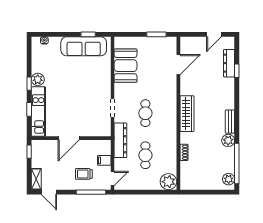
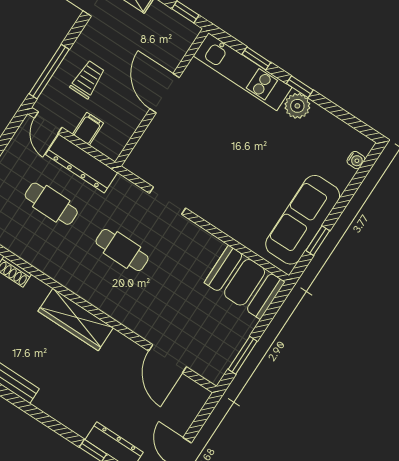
booth: (126, 66) -> (245, 282), moved
dresser: (120, 140) -> (82, 163), moved

